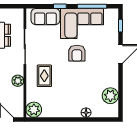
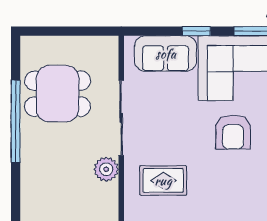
rug: (44, 76) -> (163, 181), turned 90
plant: (18, 81) -> (106, 169), moved

